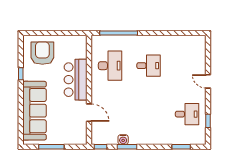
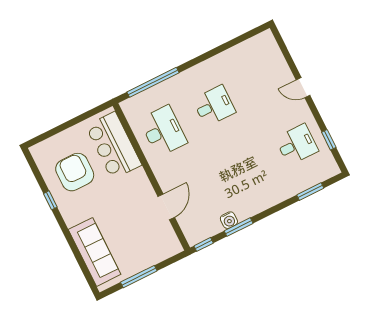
armchair: (42, 53) -> (75, 172), moved
bar counter: (76, 80) -> (114, 145), moved
sofa: (34, 111) -> (95, 252), width x0.74, depth x0.79
door: (89, 113) -> (166, 207), hinge flipped

